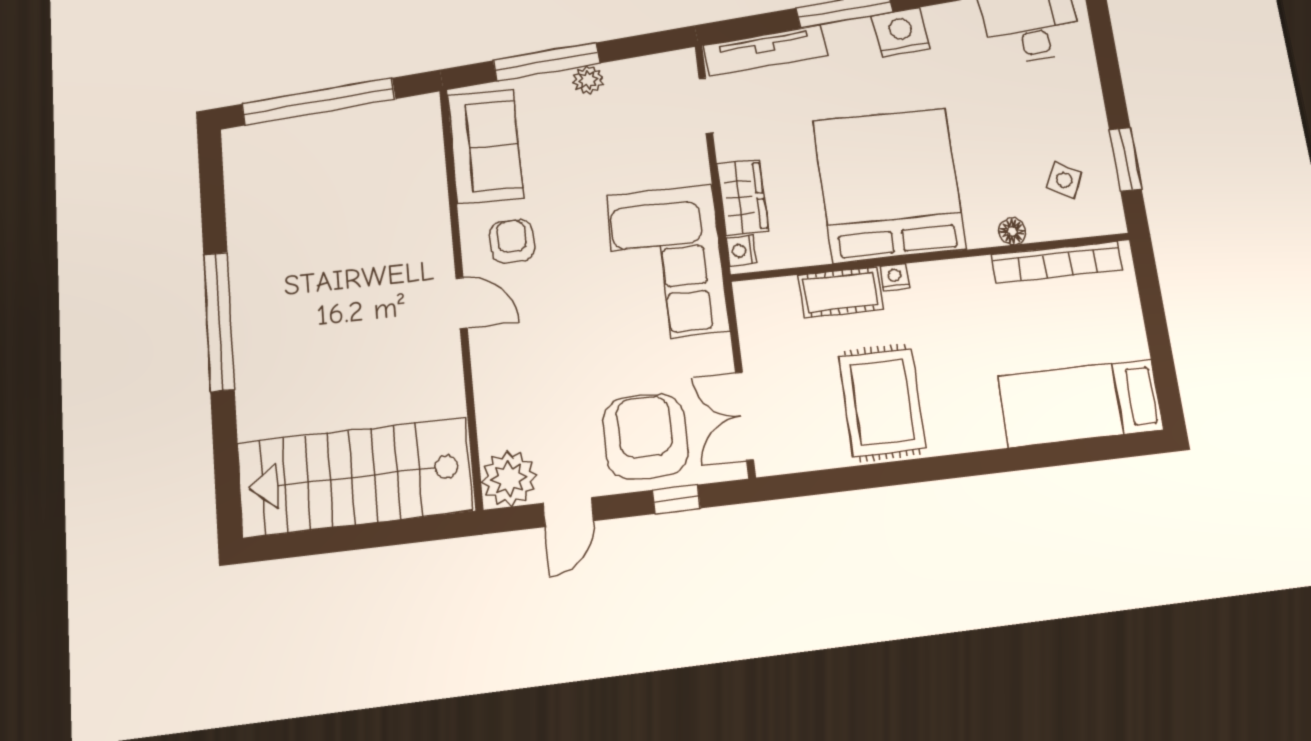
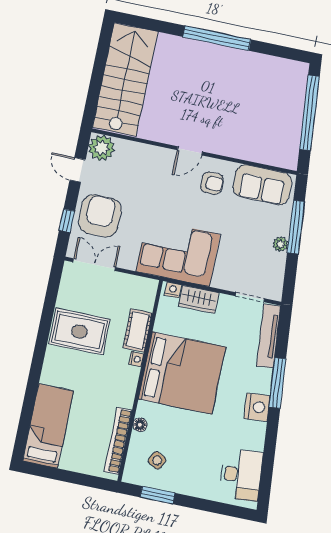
armchair: (645, 437) -> (100, 216), turned -90

